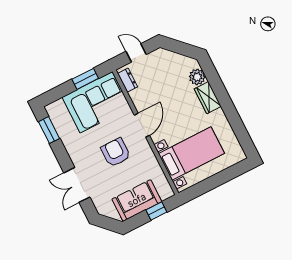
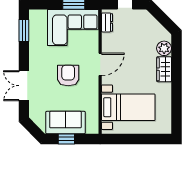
window: (156, 211) -> (66, 139), moved

